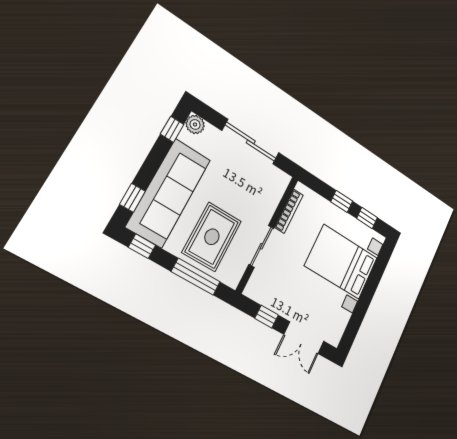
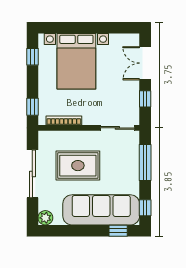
window: (172, 129) -> (58, 231), removed
window: (342, 201) -> (32, 107), moved
rug: (212, 237) -> (78, 166), moved
sliding door: (261, 246) -> (117, 128), moved
double door: (304, 338) -> (145, 63), swing flipped

